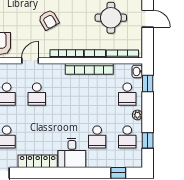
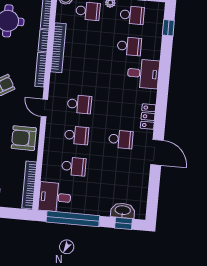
locker: (38, 161) -> (148, 117), width x0.66

